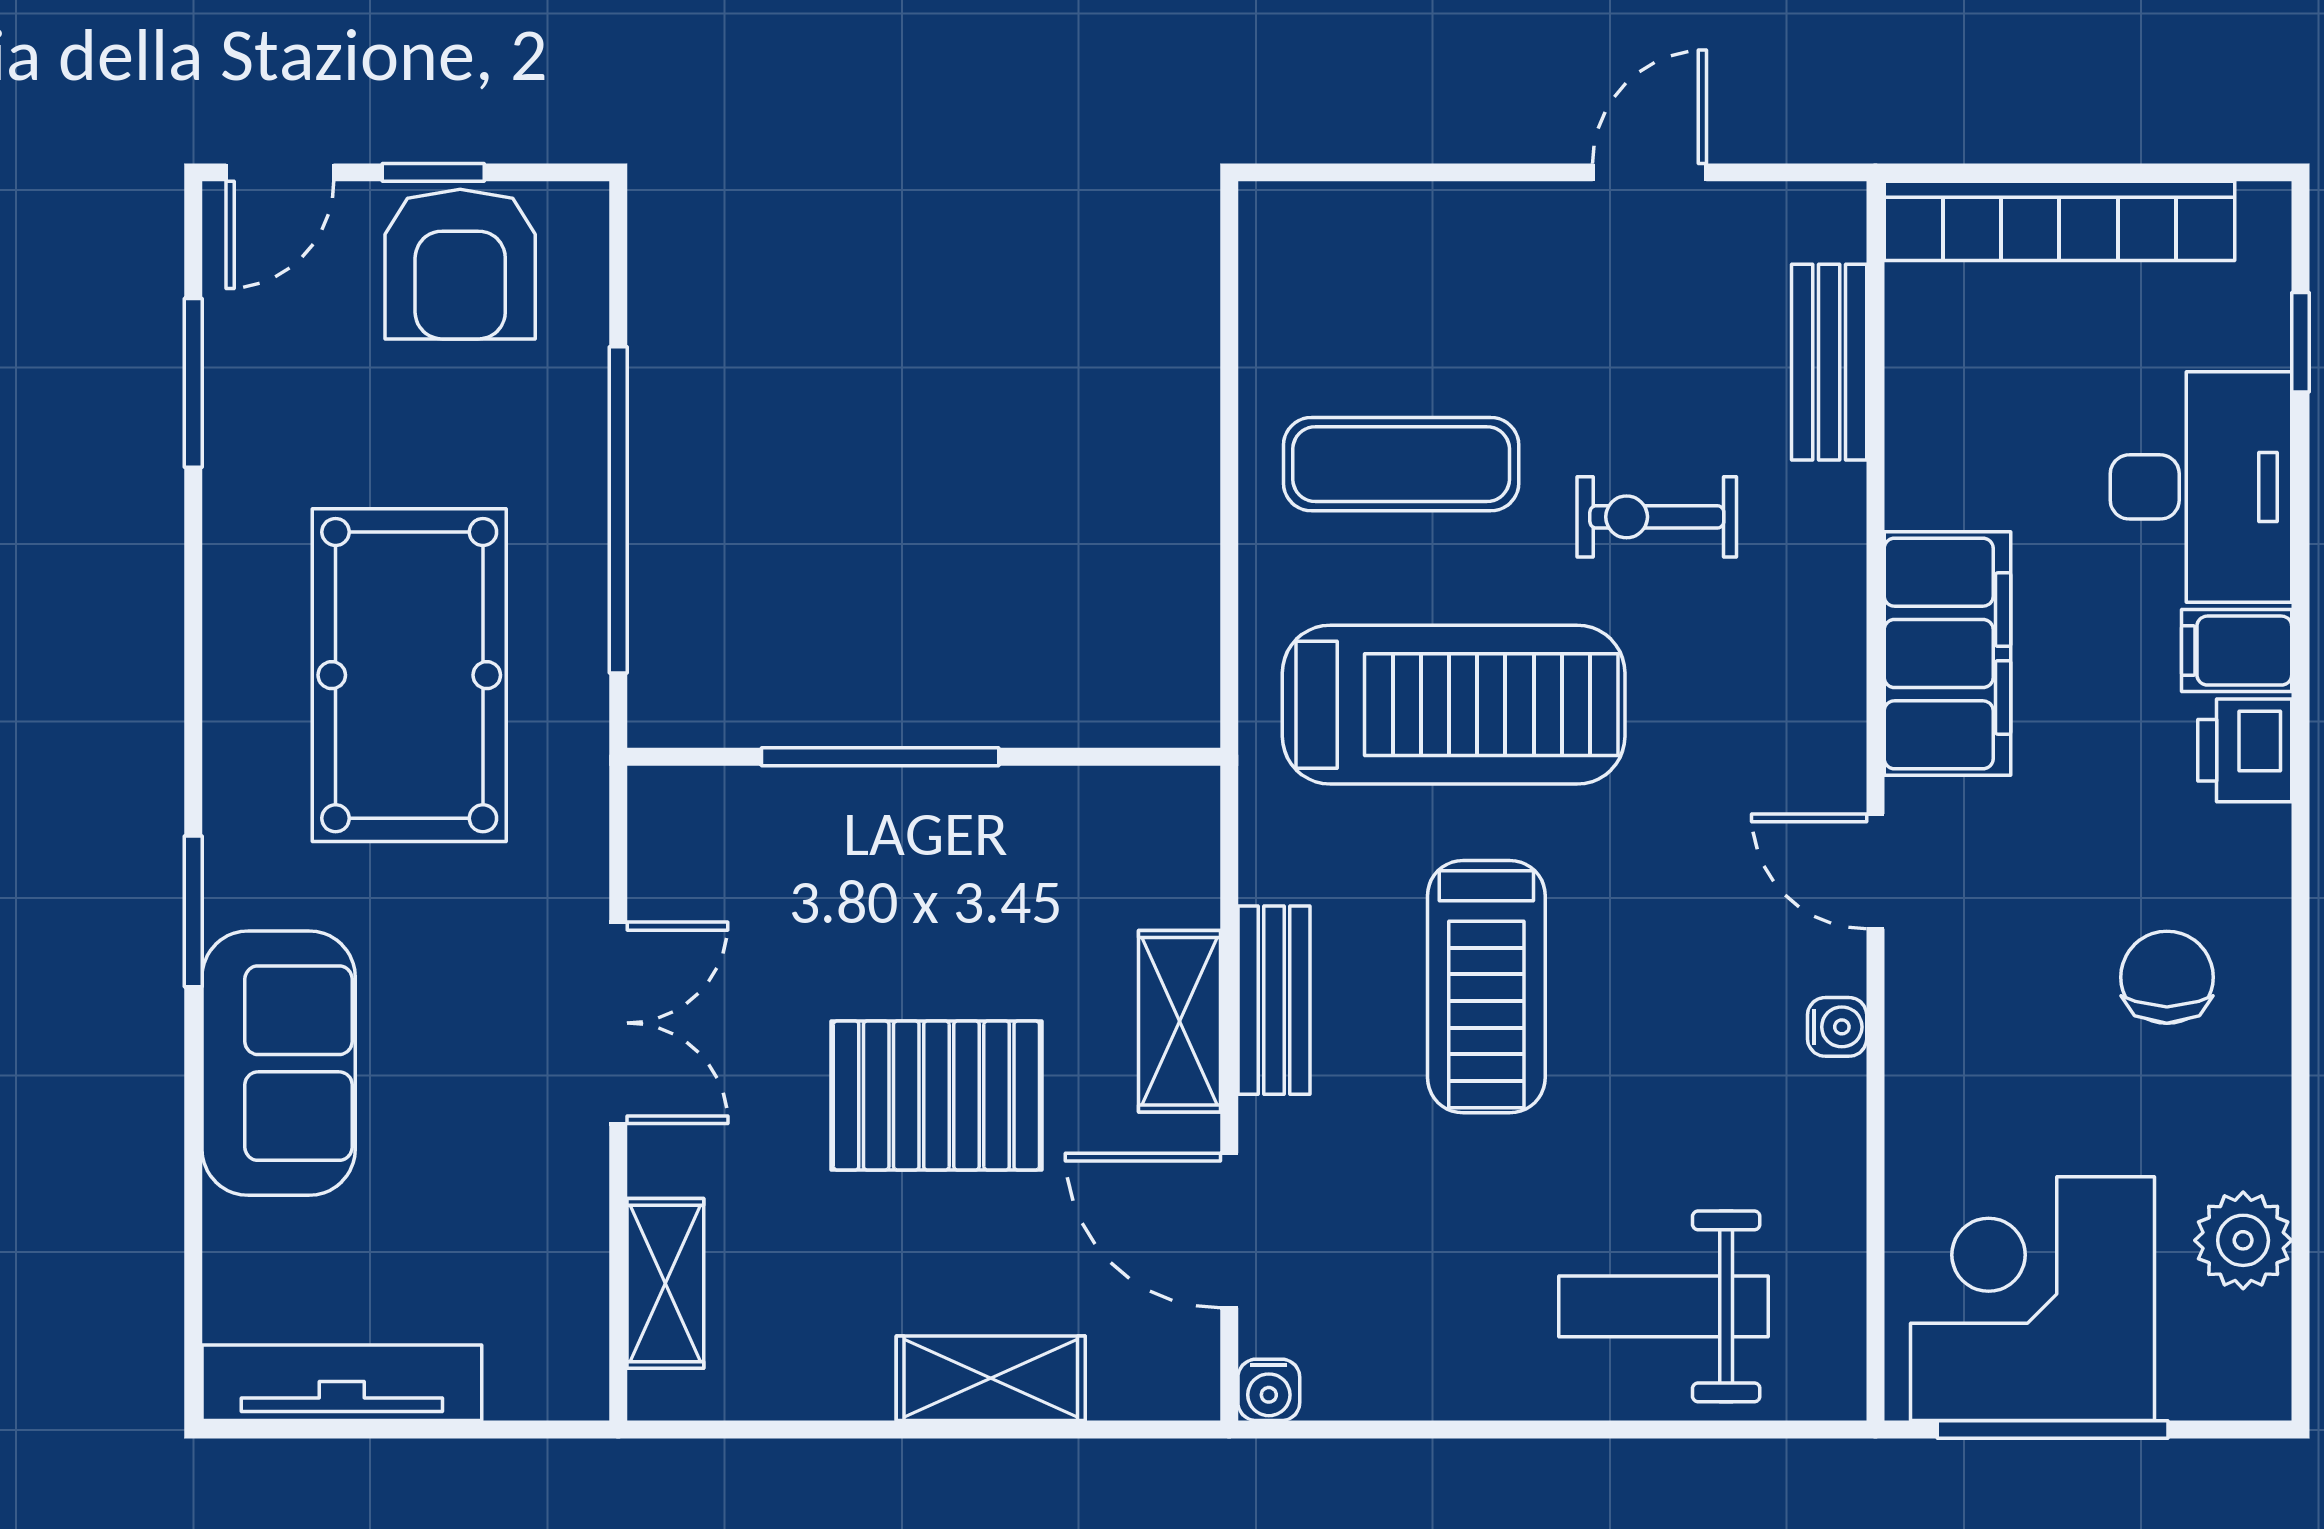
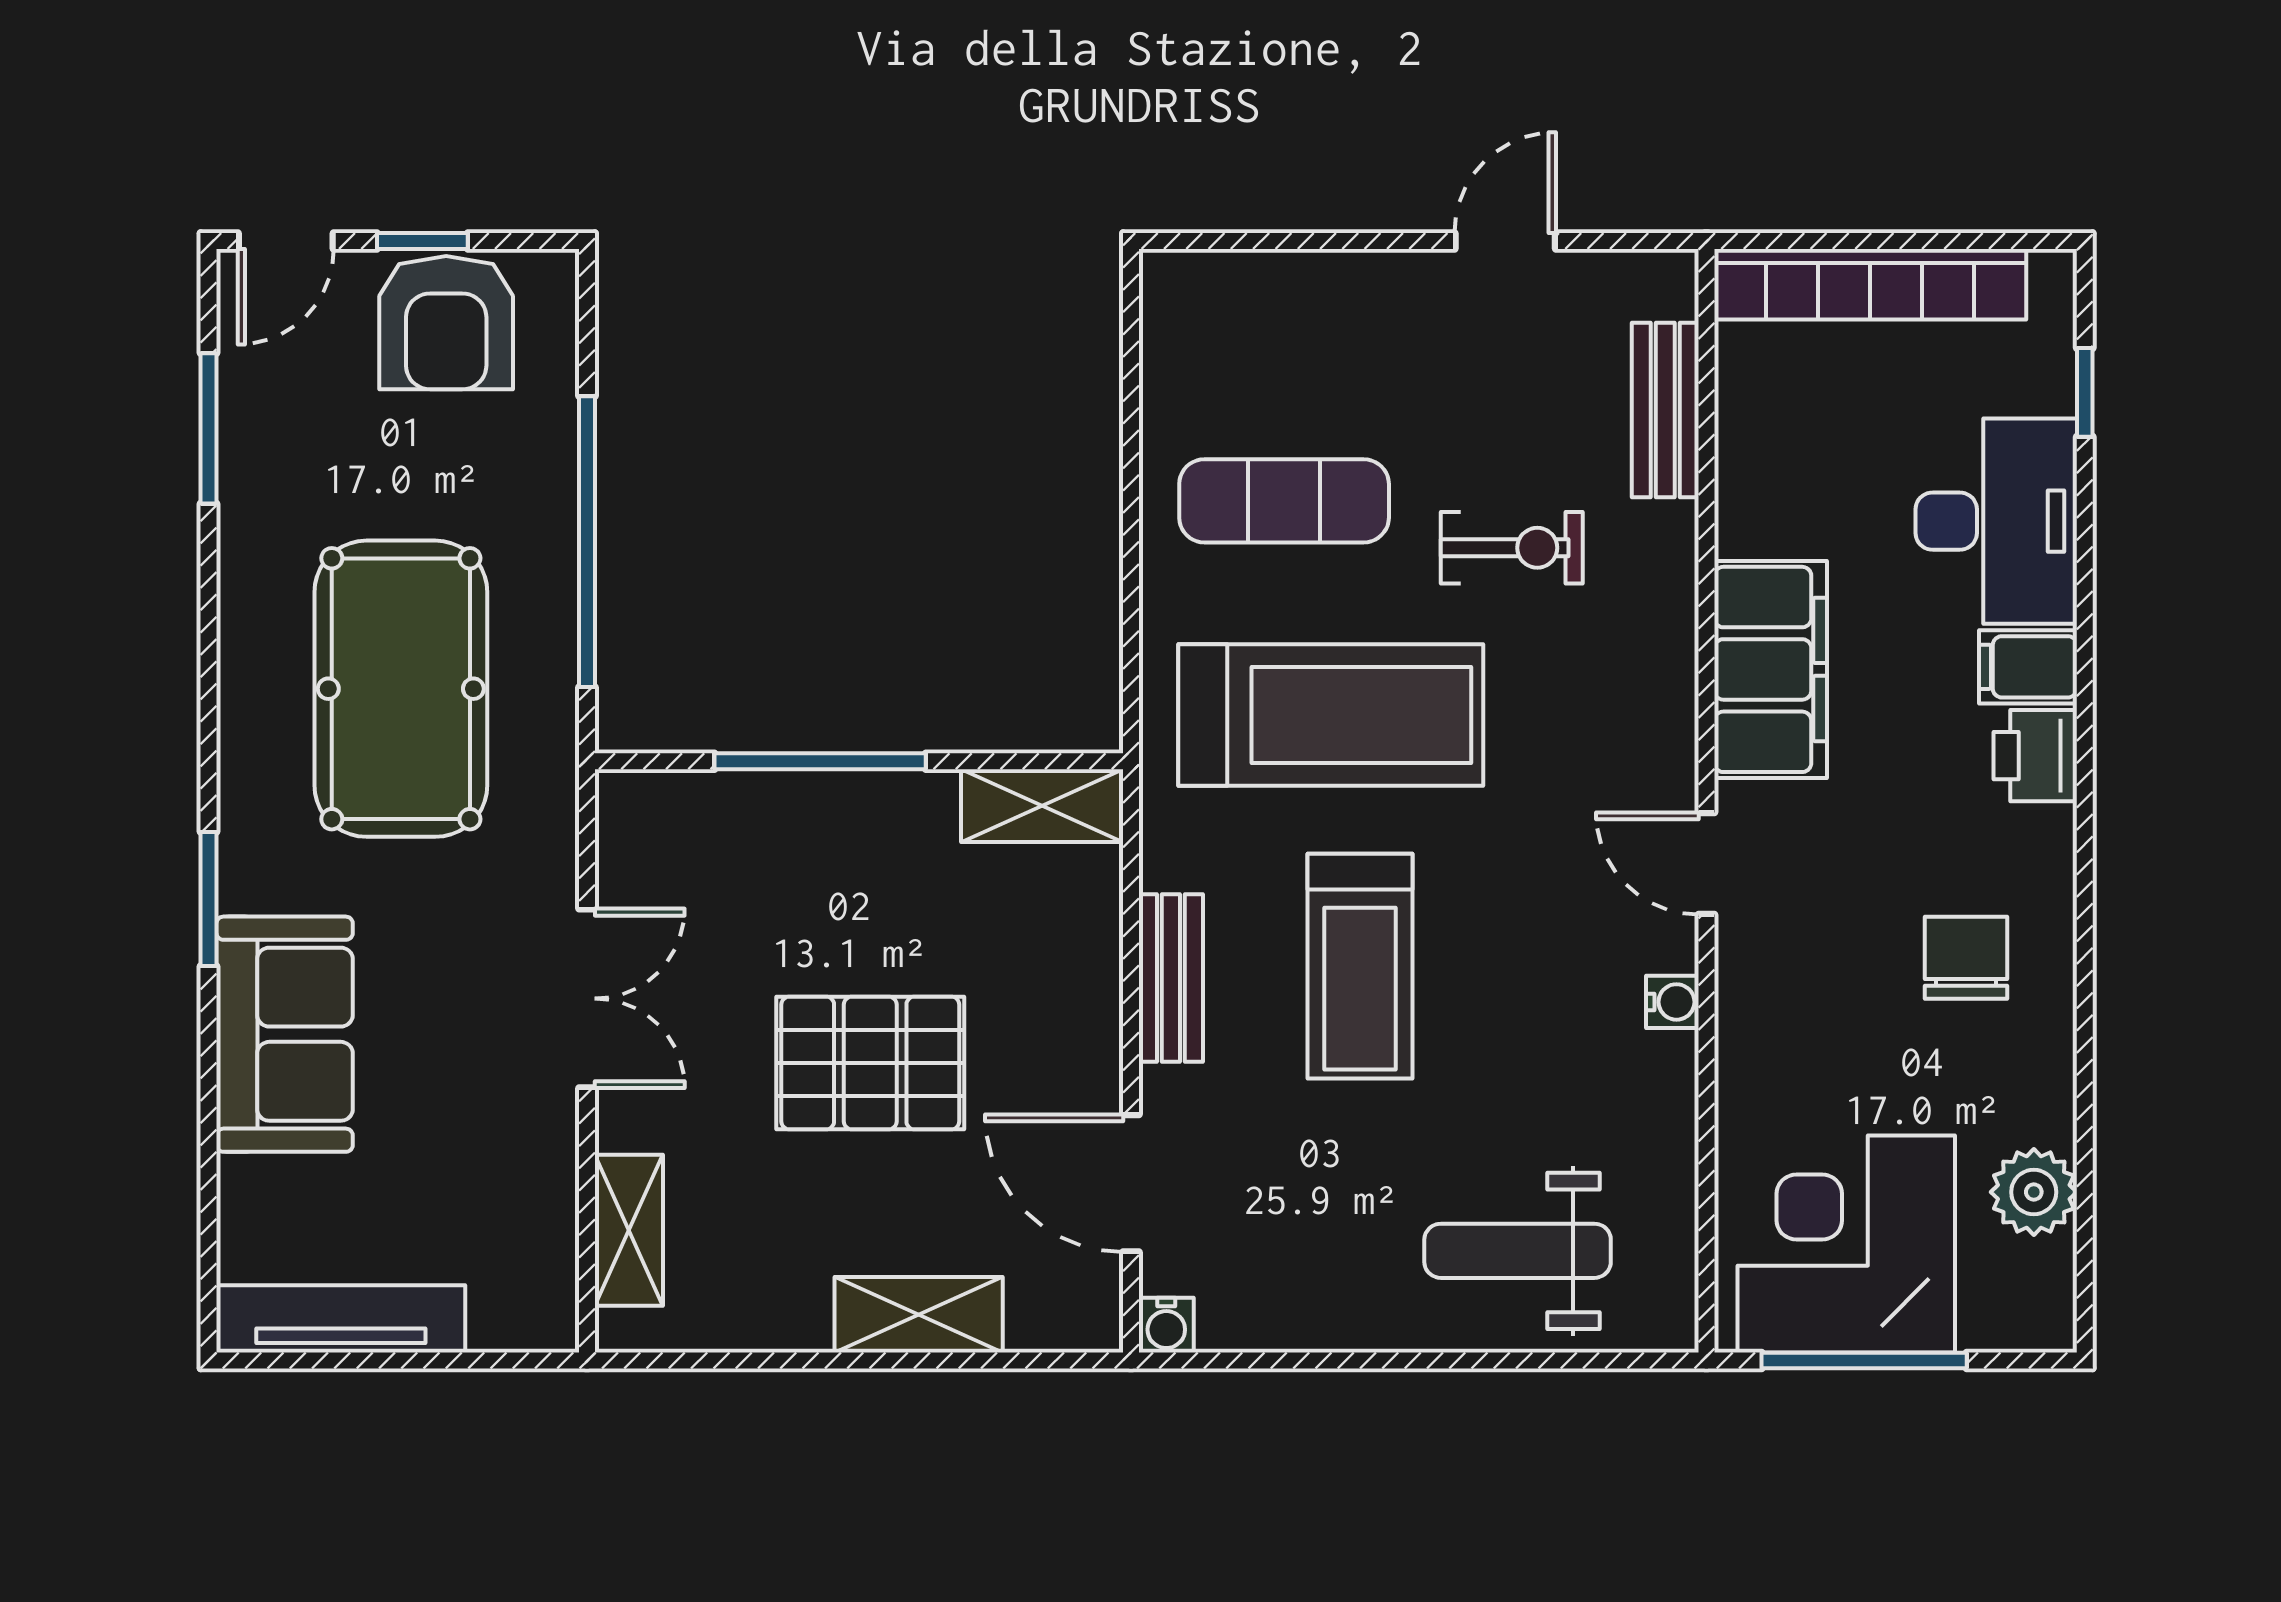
exercise bike: (1657, 517) -> (1512, 548), turned 180
shelving: (1179, 1021) -> (1042, 806), moved, turned 90

